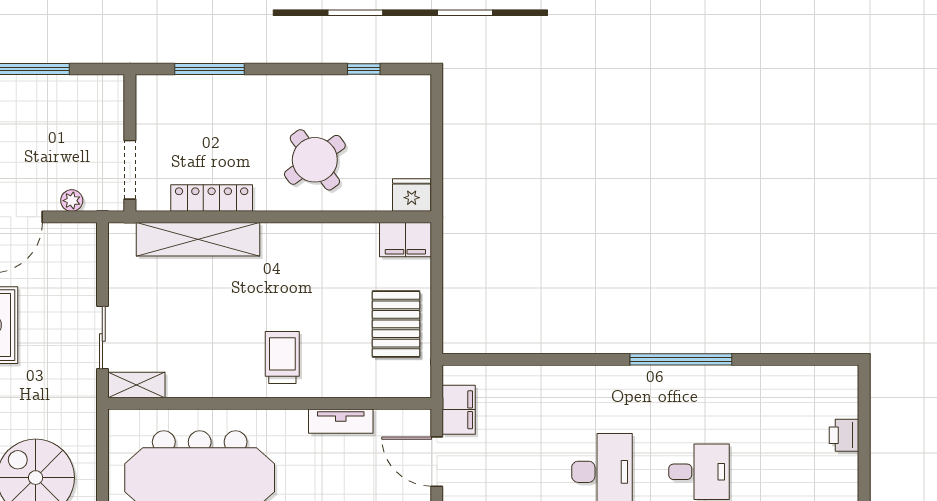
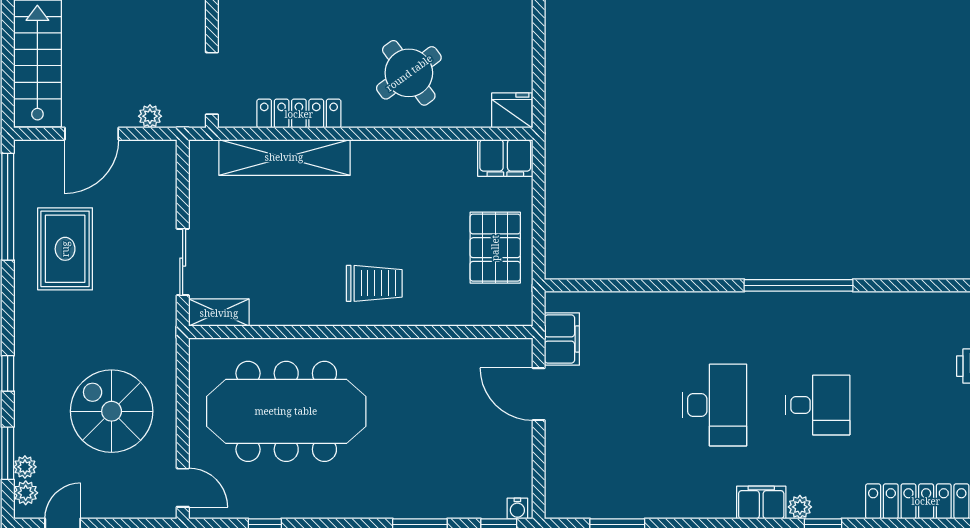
trolley: (282, 358) -> (374, 283), turned 90
tv unit: (341, 421) -> (436, 351), removed

